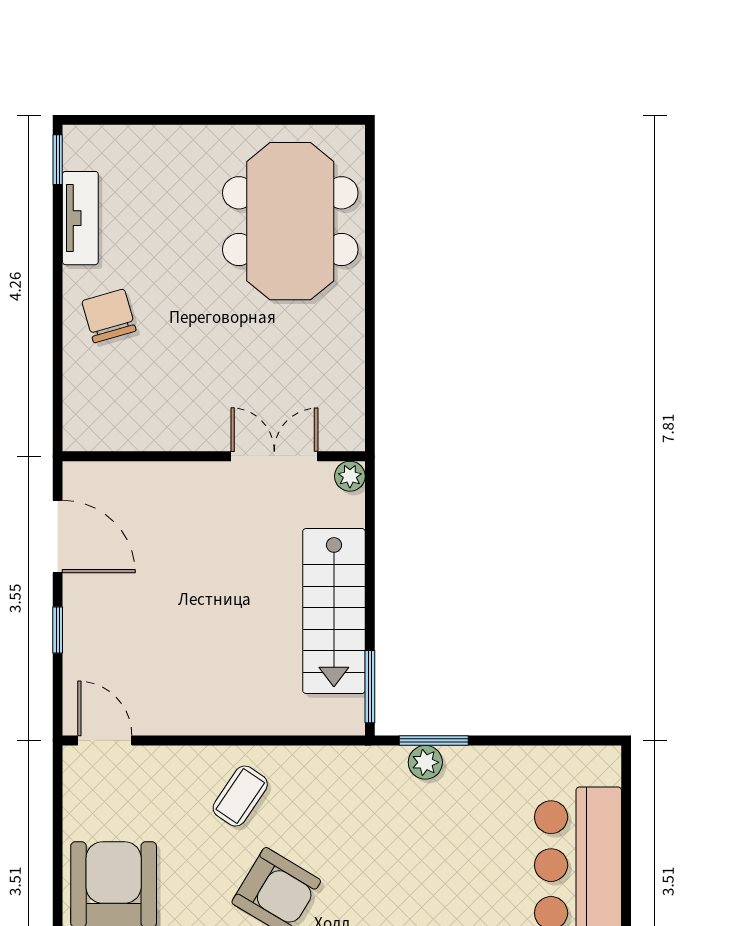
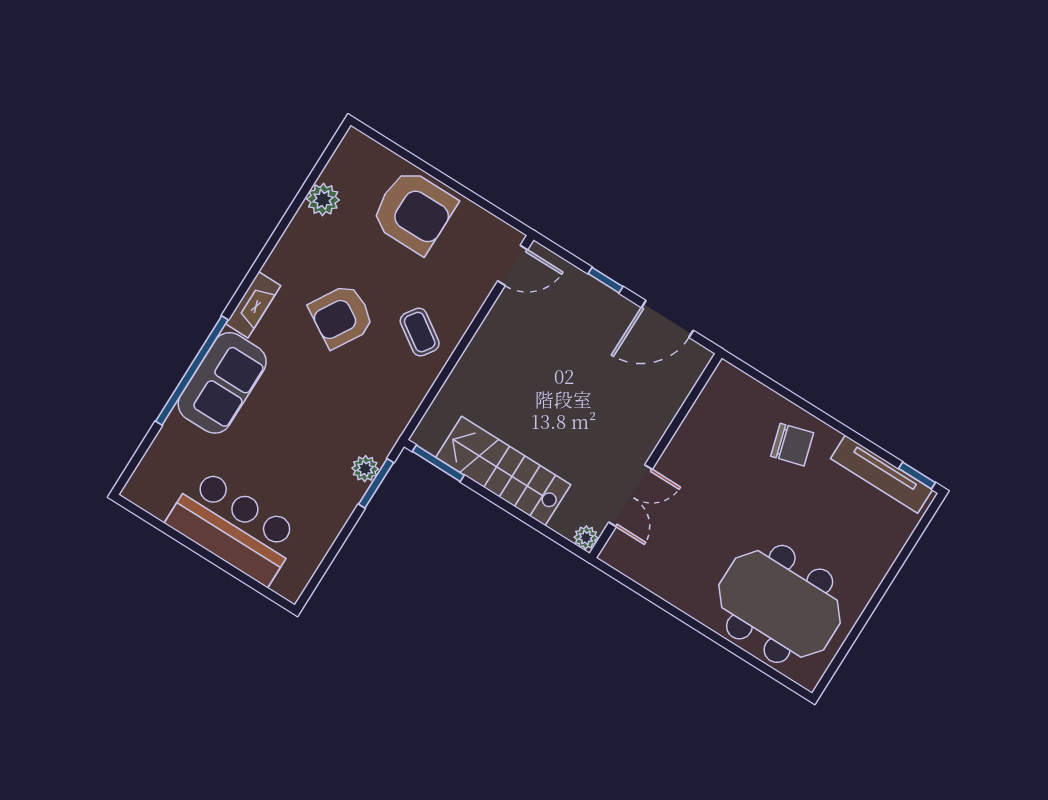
tv unit: (80, 218) -> (881, 474), width x1.41

